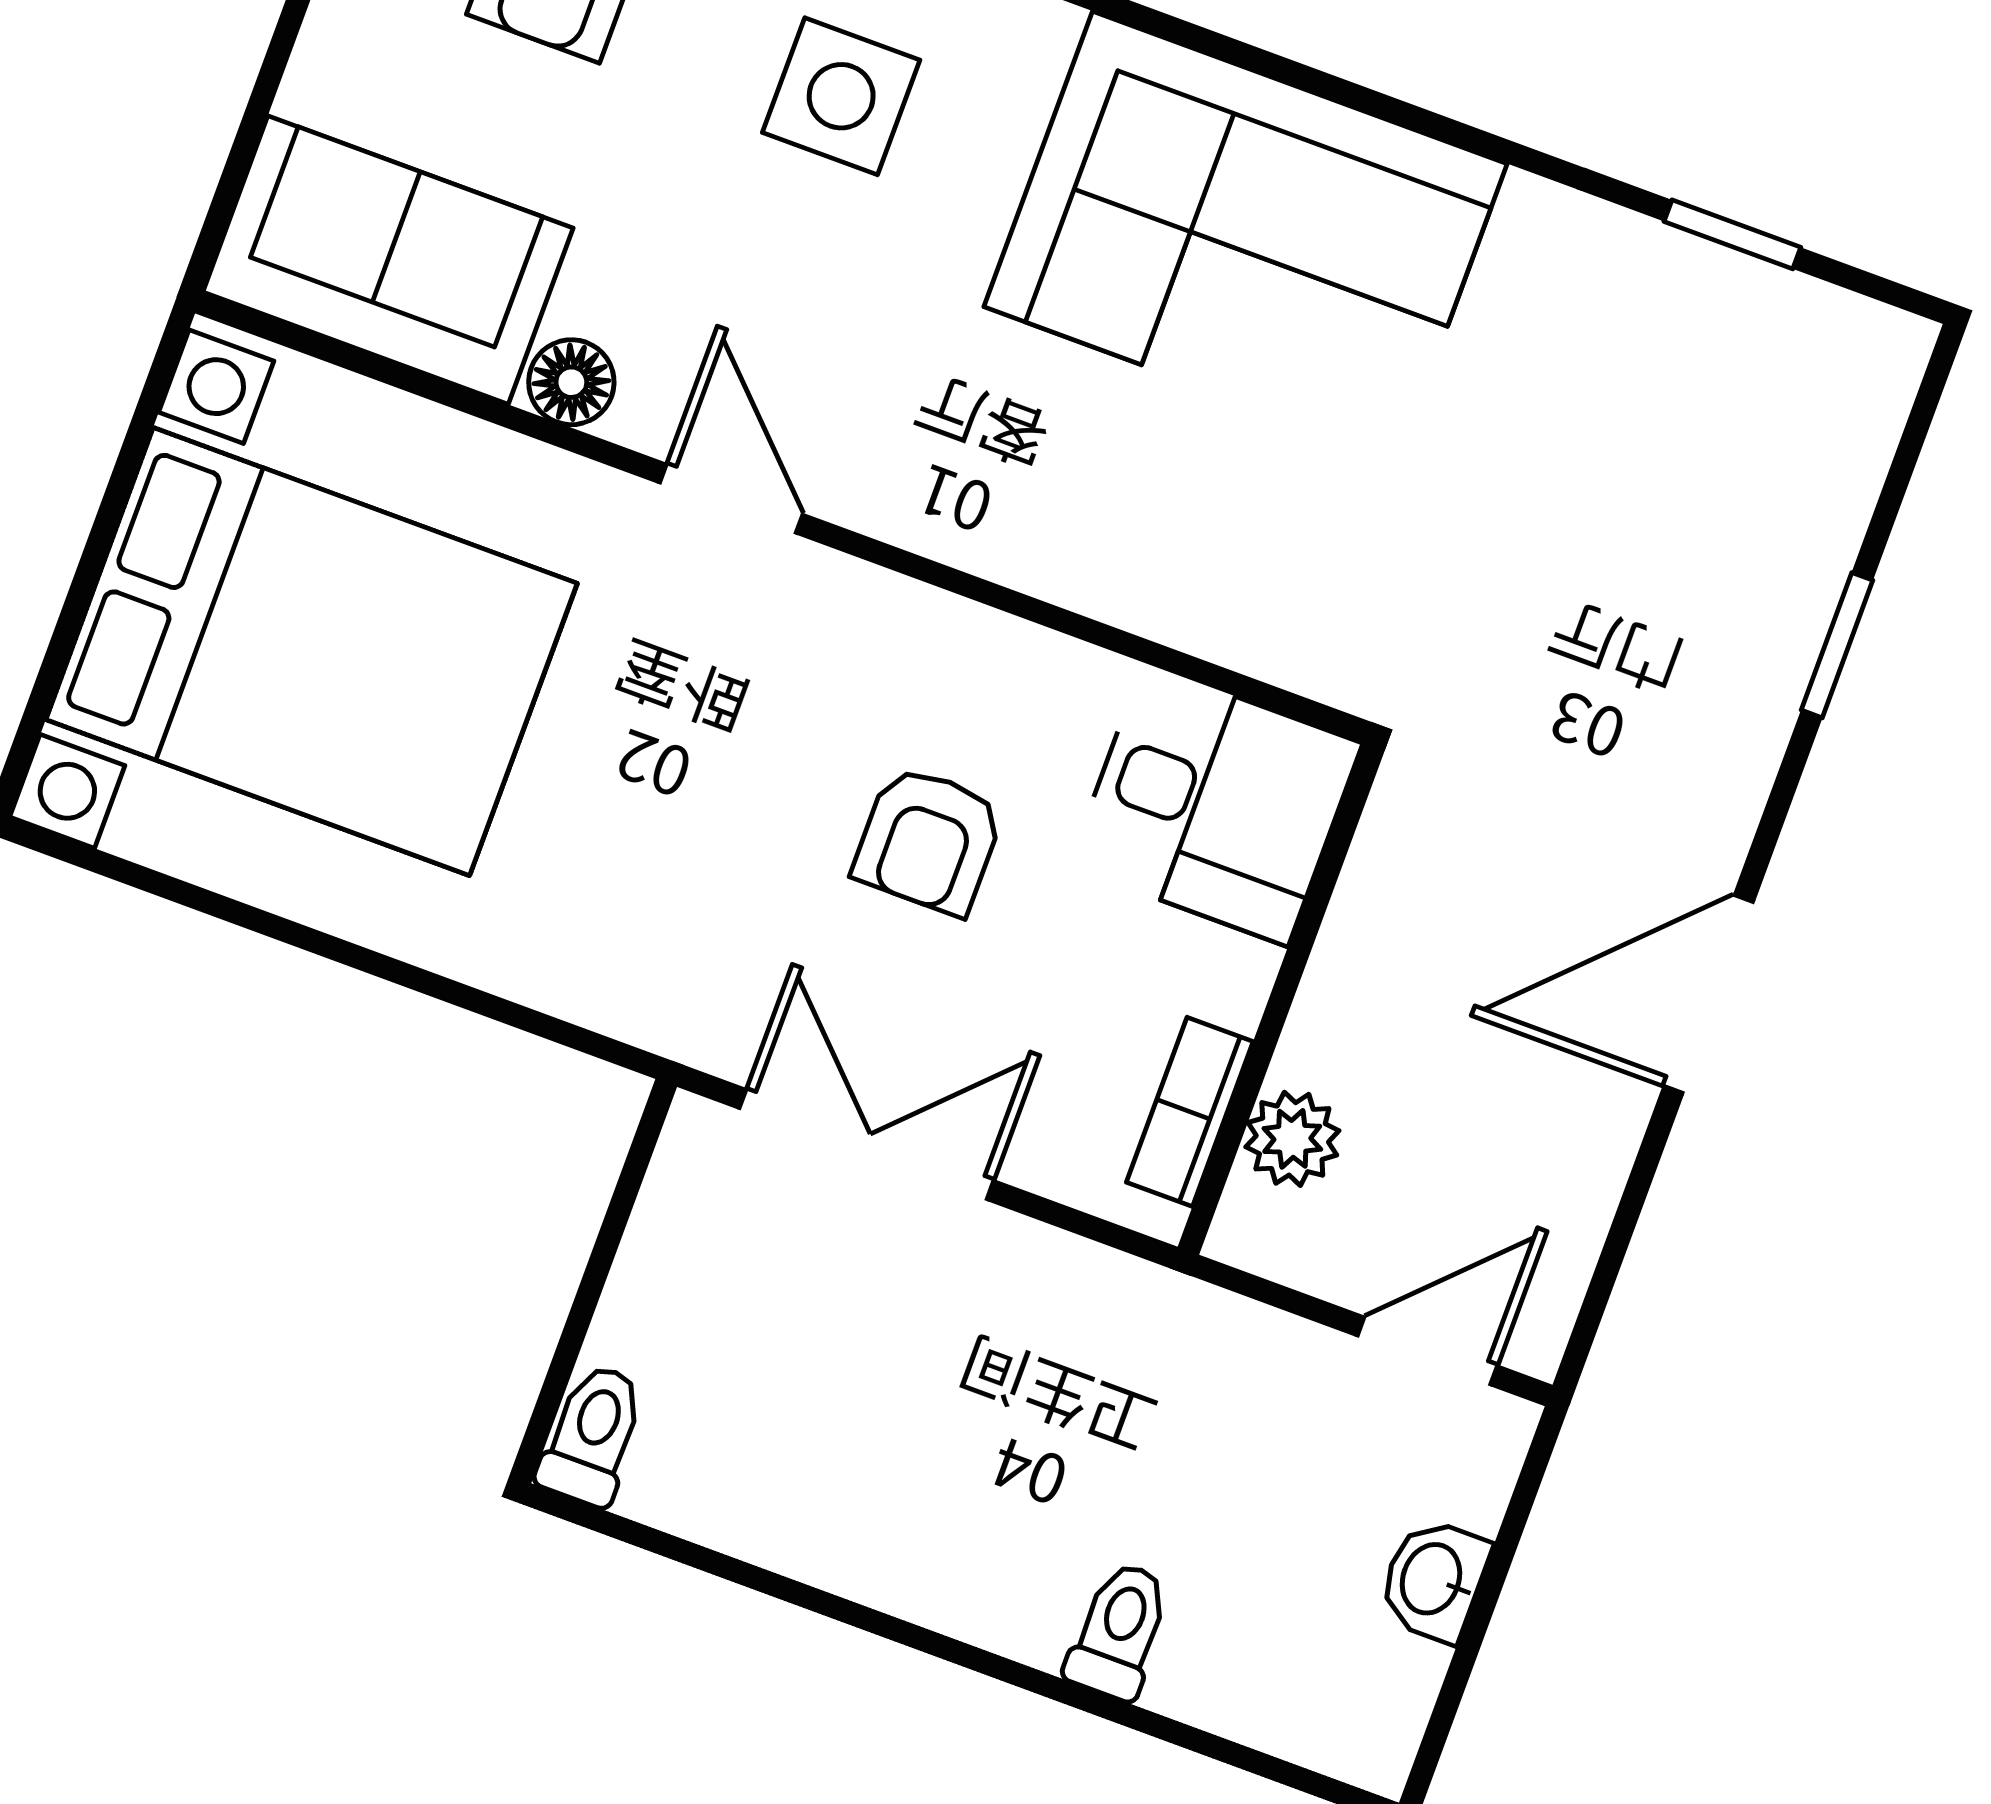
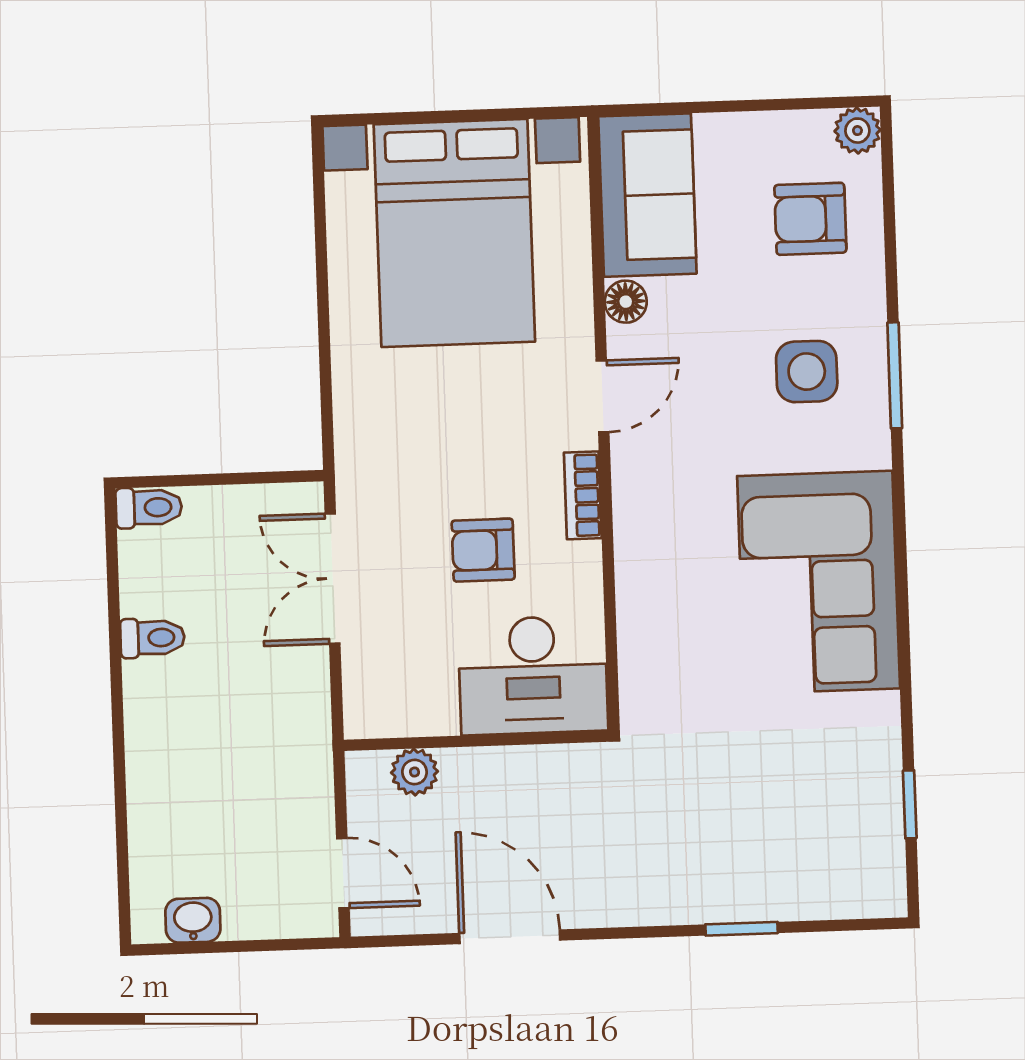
desk: (1216, 805) -> (533, 675), width x1.37
door: (1709, 994) -> (510, 937), moved
bookcase: (1190, 1112) -> (583, 495), moved, turned -90
double door: (867, 1144) -> (333, 579), swing flipped
washbasin: (1433, 1580) -> (193, 920), moved
toilet: (1119, 1631) -> (152, 638), moved

